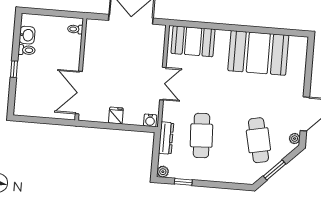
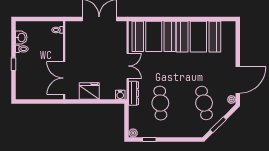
booth: (193, 41) -> (154, 36), width x1.36, depth x1.42
fridge: (116, 115) -> (89, 91), width x1.88, depth x1.34
dresser: (166, 138) -> (134, 93), moved

